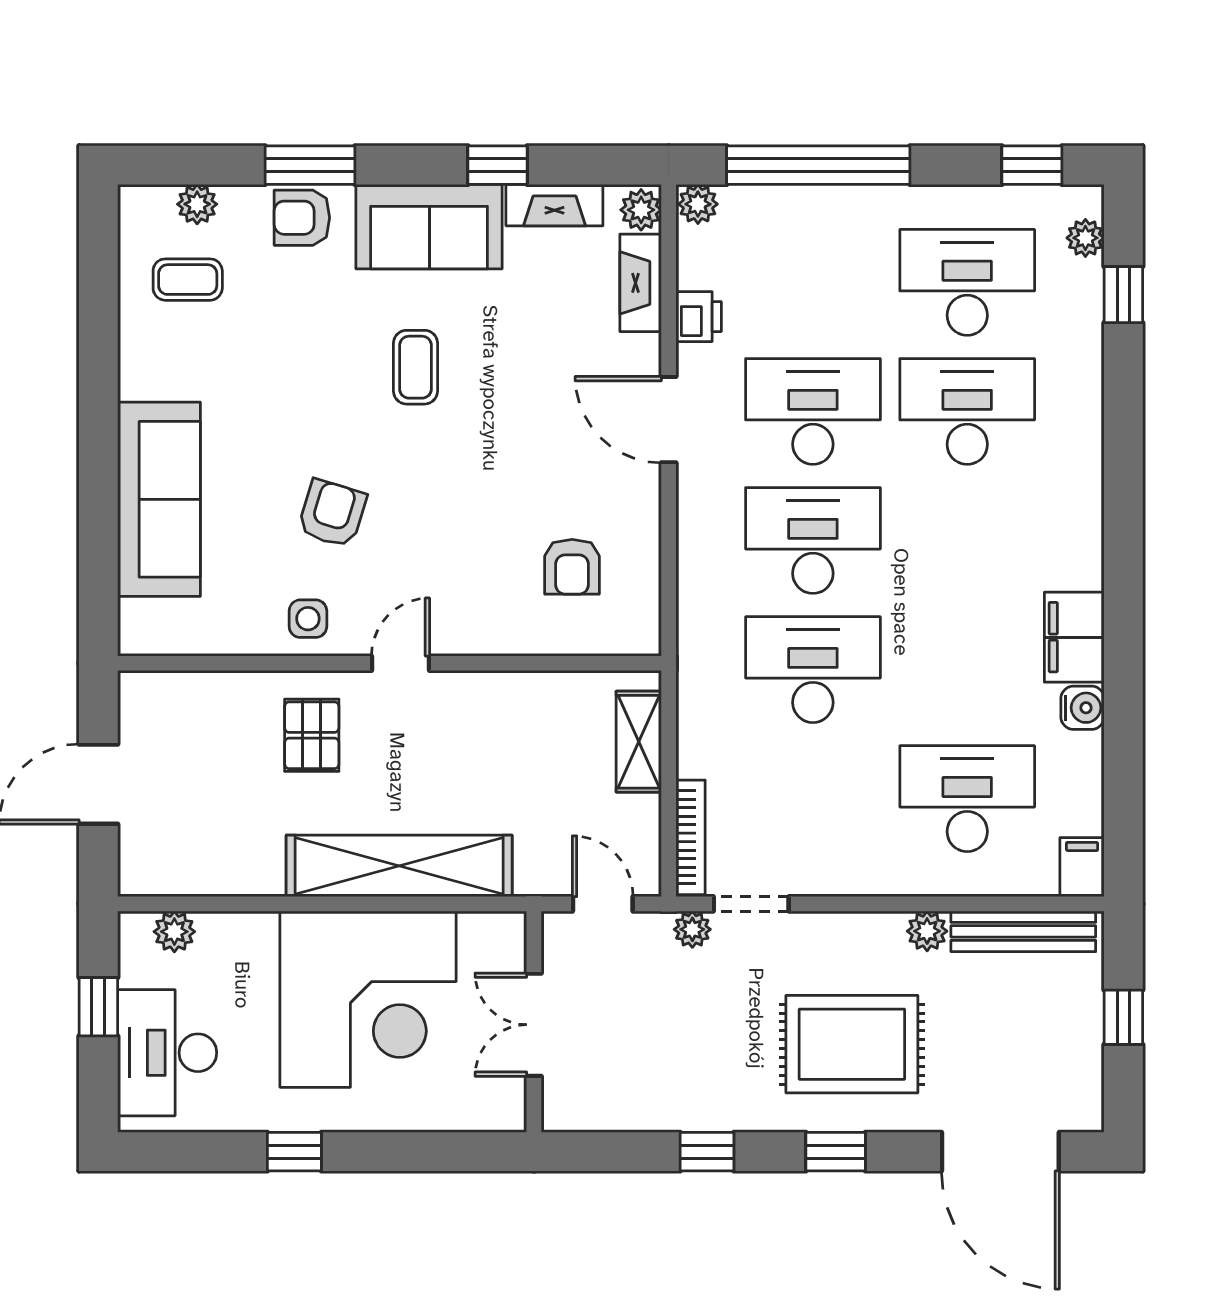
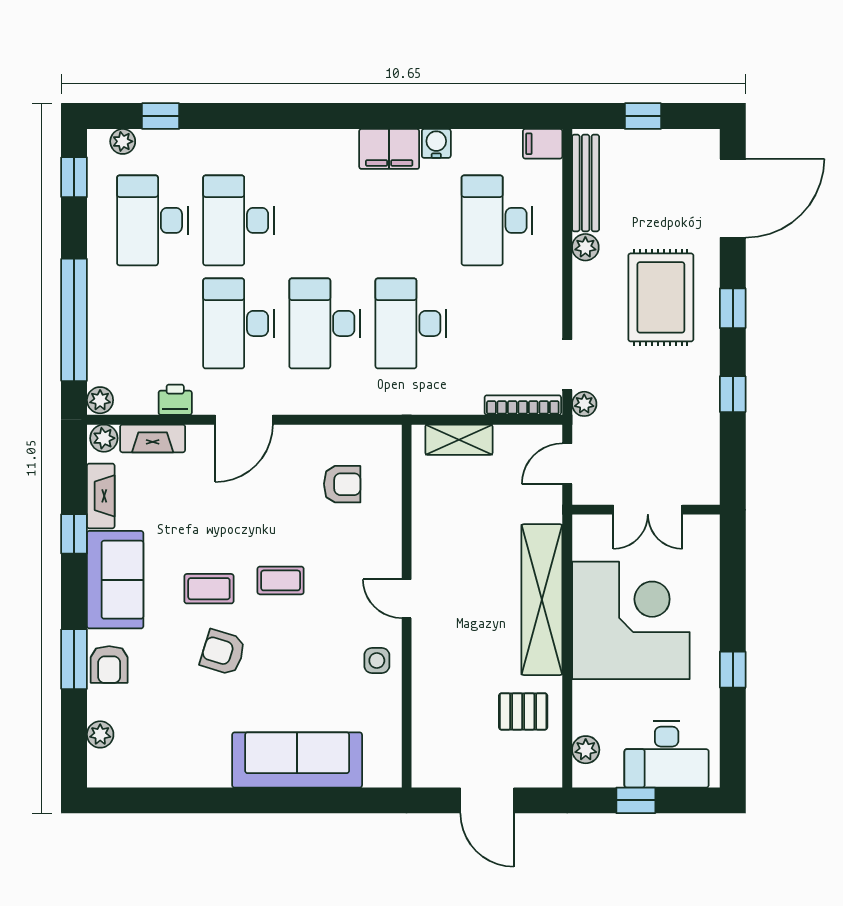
coffee table: (188, 280) -> (281, 580), moved, turned 90
armchair: (332, 513) -> (223, 652), moved
pallet: (312, 735) -> (523, 711), moved

